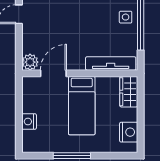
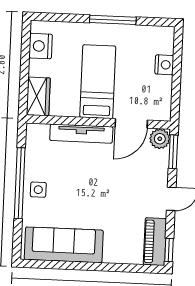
window: (19, 52) -> (173, 152), added
tv unit: (111, 63) -> (81, 134), moved

